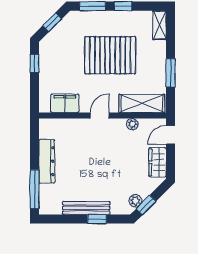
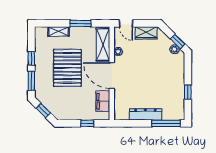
shelving: (160, 25) -> (59, 31), moved
window: (35, 63) -> (87, 123), moved
door: (100, 116) -> (112, 75), width x1.87
bench: (86, 208) -> (180, 85), removed
window: (97, 219) -> (188, 92), moved

